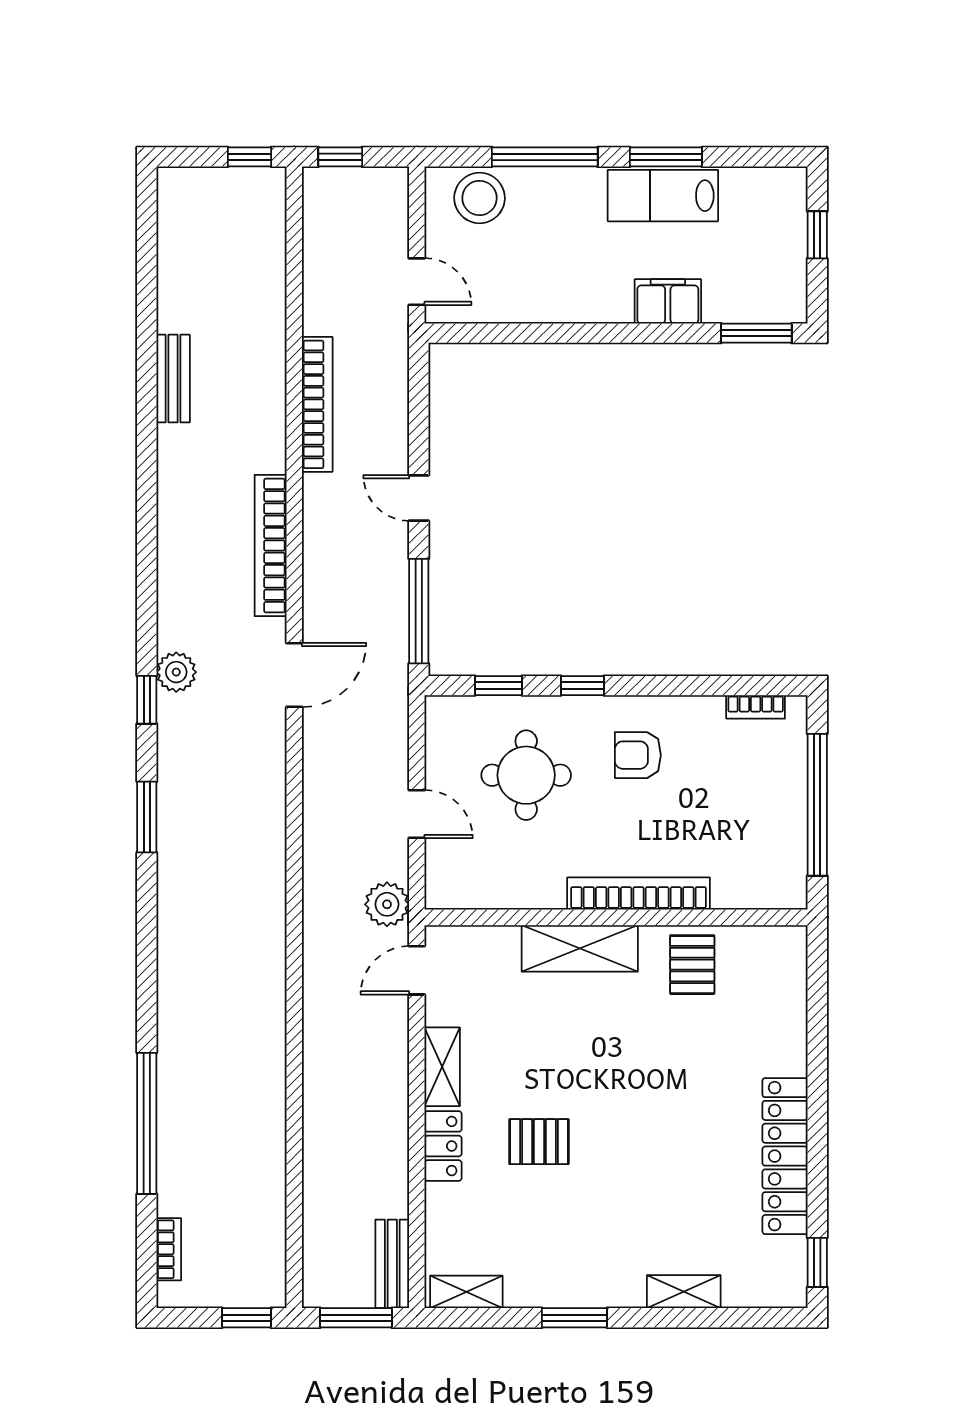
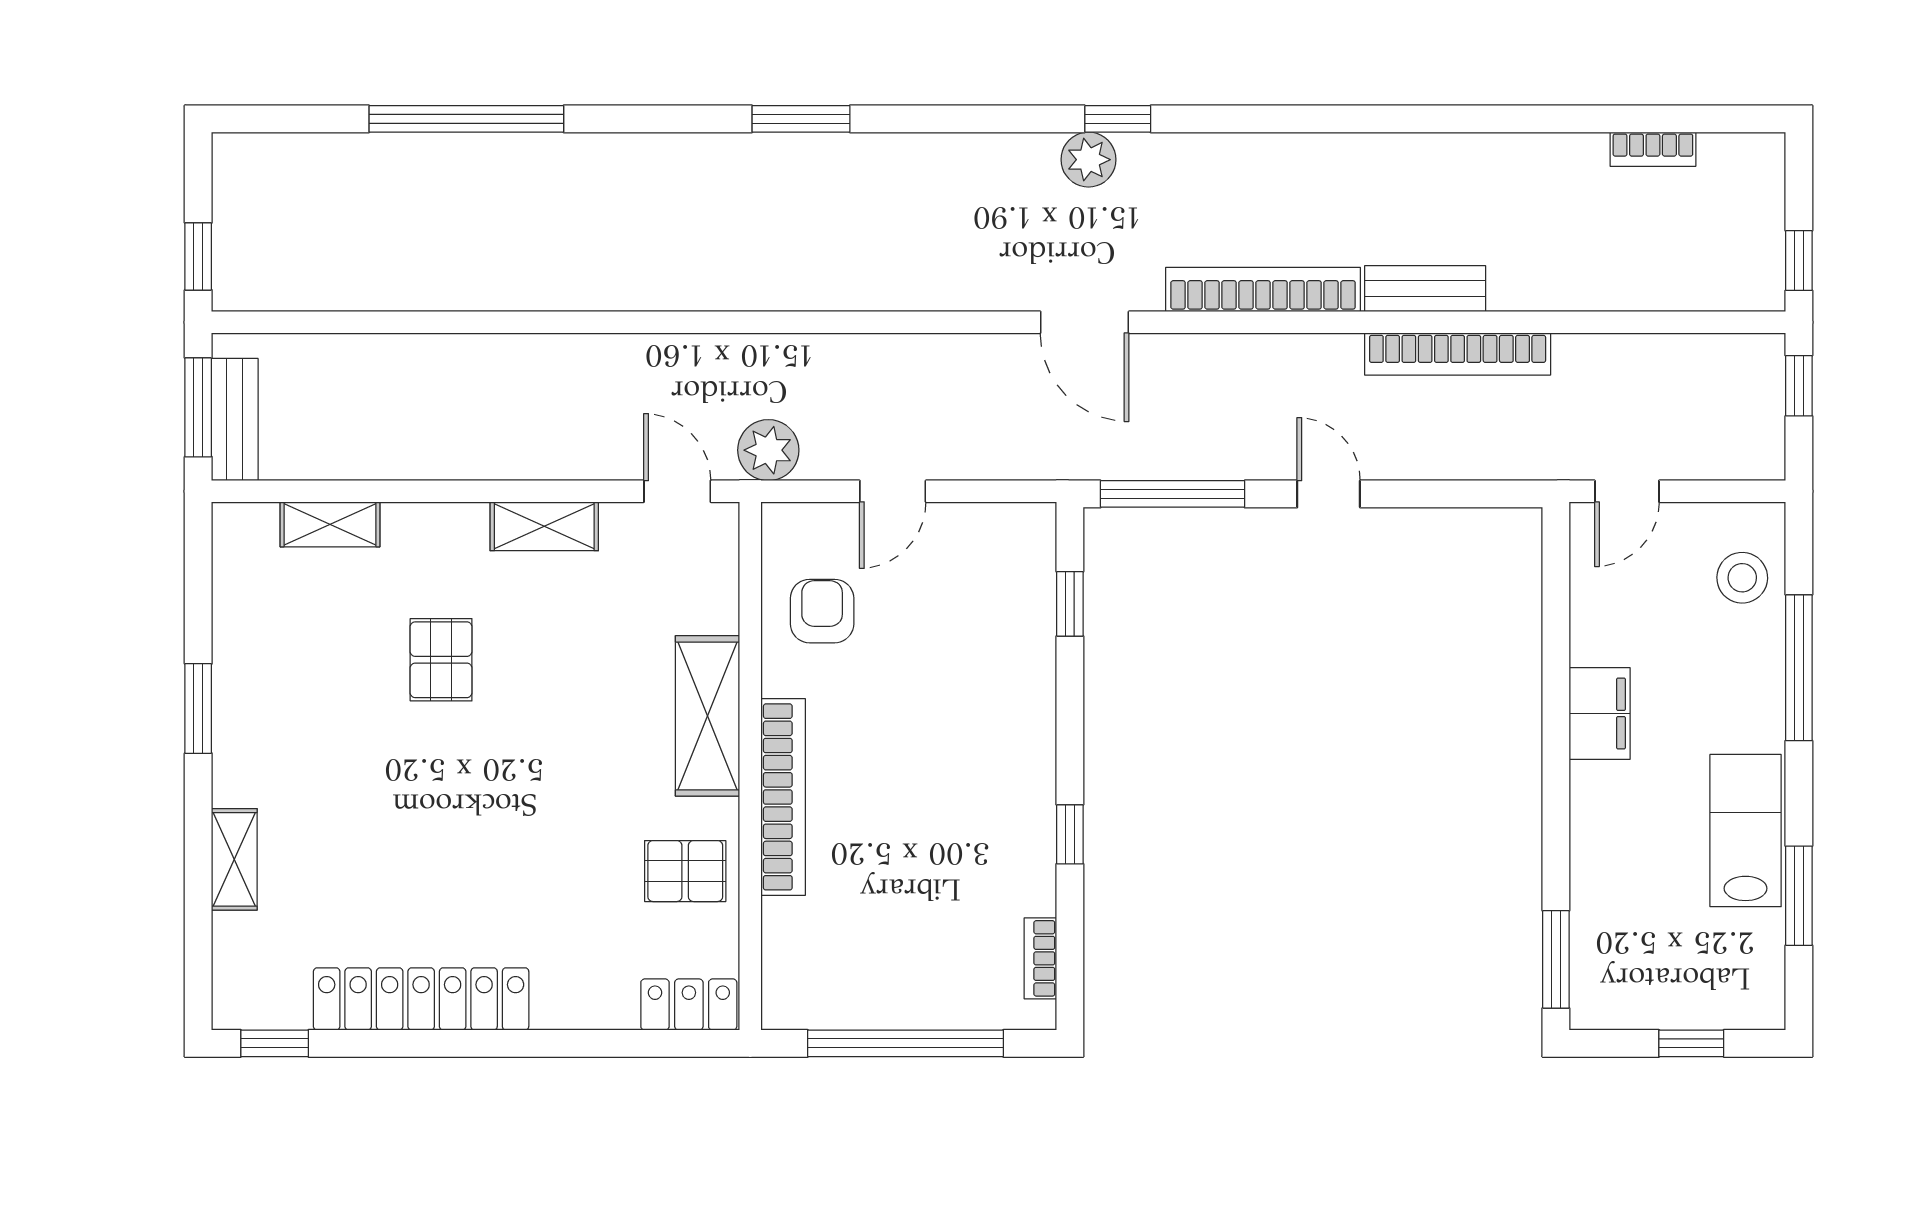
window: (666, 157) -> (1799, 896), moved
stool: (480, 198) -> (1742, 578), width x0.73, depth x0.73
filing cabinet: (668, 301) -> (1600, 713), moved
bench: (173, 379) -> (1425, 289), moved
door: (419, 498) -> (1329, 494), hinge flipped
window: (583, 686) -> (1070, 834), moved
window: (147, 700) -> (1118, 119), moved
armchair: (638, 755) -> (822, 611), moved
round table: (526, 775) -> (946, 642), removed
window: (147, 817) -> (801, 119), moved
locker: (443, 1146) -> (689, 1004), moved, turned 180
bookcase: (169, 1249) -> (1653, 149), moved
bench: (392, 1264) -> (235, 420), moved, turned 90
shelving: (466, 1292) -> (330, 524), moved, turned 90

